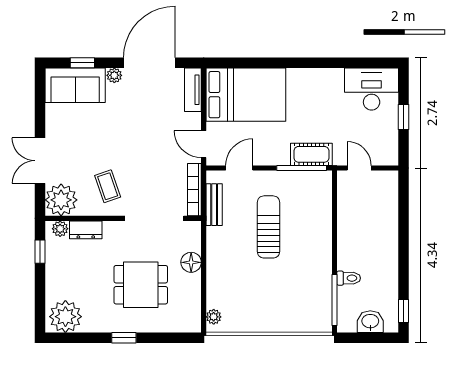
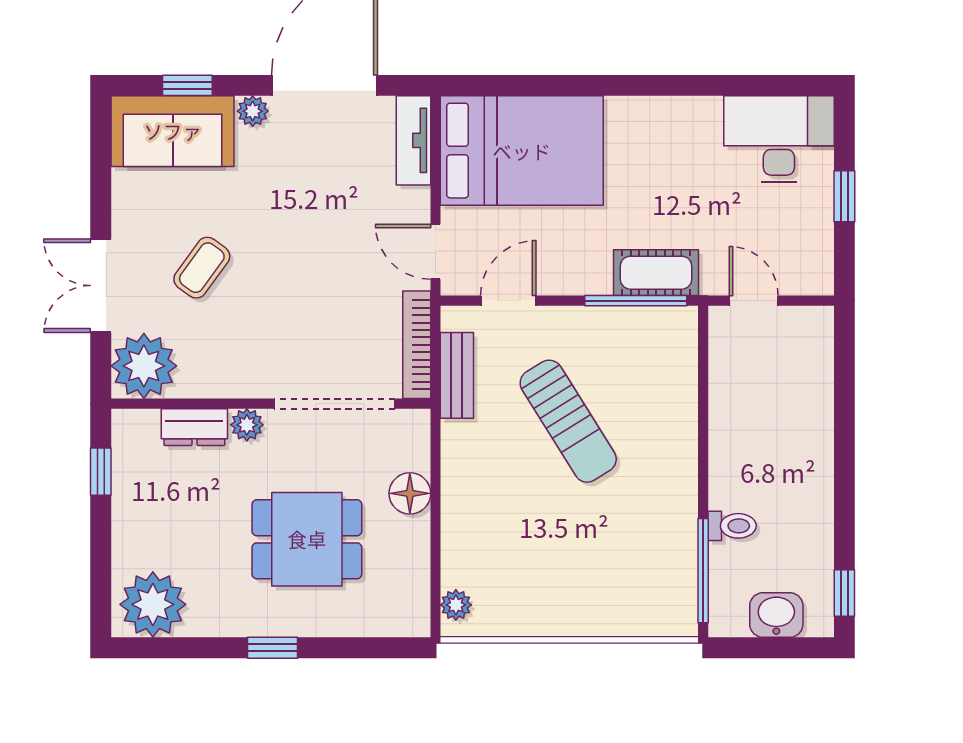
coffee table: (108, 186) -> (202, 268), moved, turned 55
sun lounger: (268, 227) -> (568, 421), turned 148
plant: (60, 229) -> (247, 425), moved

